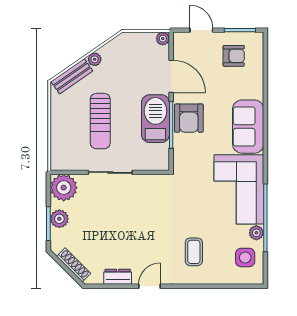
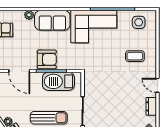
door: (171, 76) -> (19, 71), swing flipped
barbecue: (155, 119) -> (58, 81), moved
plant: (256, 233) -> (29, 15), moved

